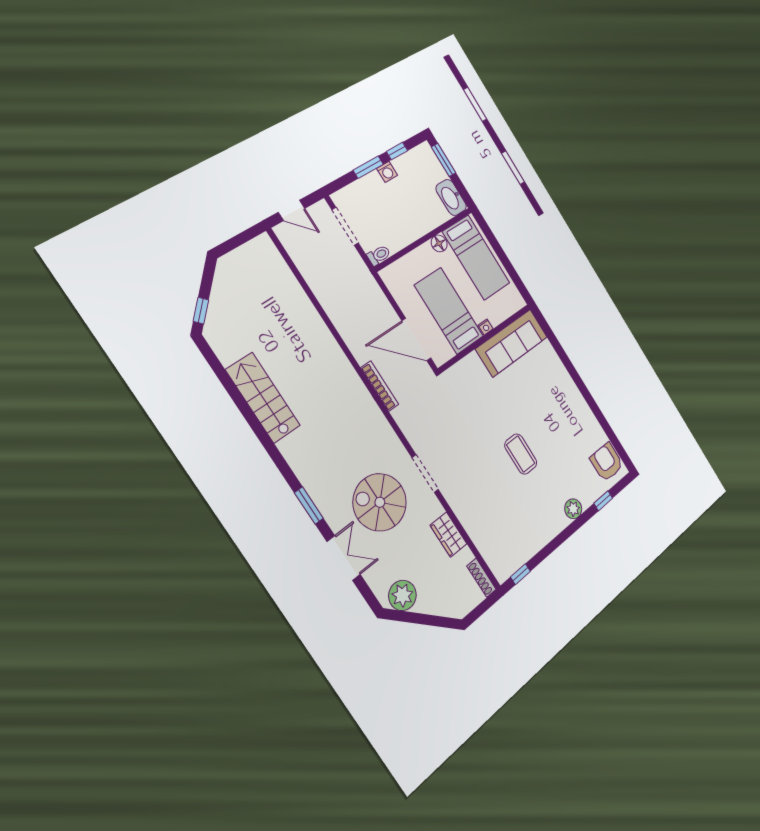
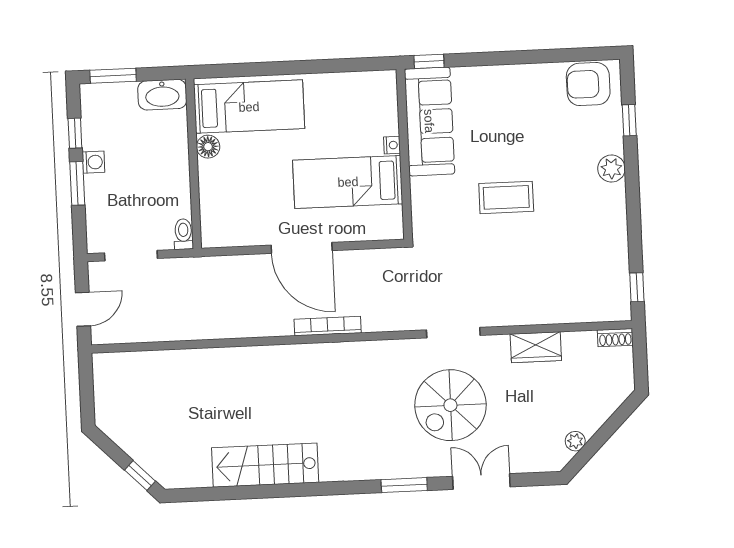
bed: (449, 311) -> (348, 182), moved
nightstand: (486, 327) -> (392, 145), moved
wall: (485, 338) -> (404, 154), moved
door: (416, 339) -> (302, 248), hinge flipped
sofa: (512, 343) -> (429, 121), moved
window: (563, 356) -> (429, 61), added
shoe rack: (481, 578) -> (615, 338), width x0.70
plant: (402, 595) -> (575, 441), width x0.53, depth x0.53

